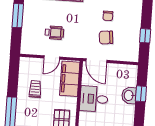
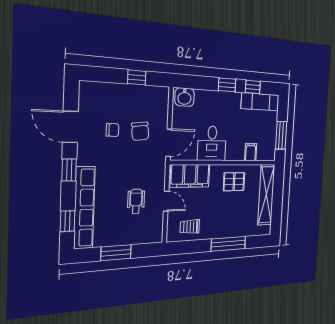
trolley: (35, 89) -> (190, 227), moved
window: (141, 94) -> (227, 85), moved
washbasin: (129, 95) -> (185, 97), moved

